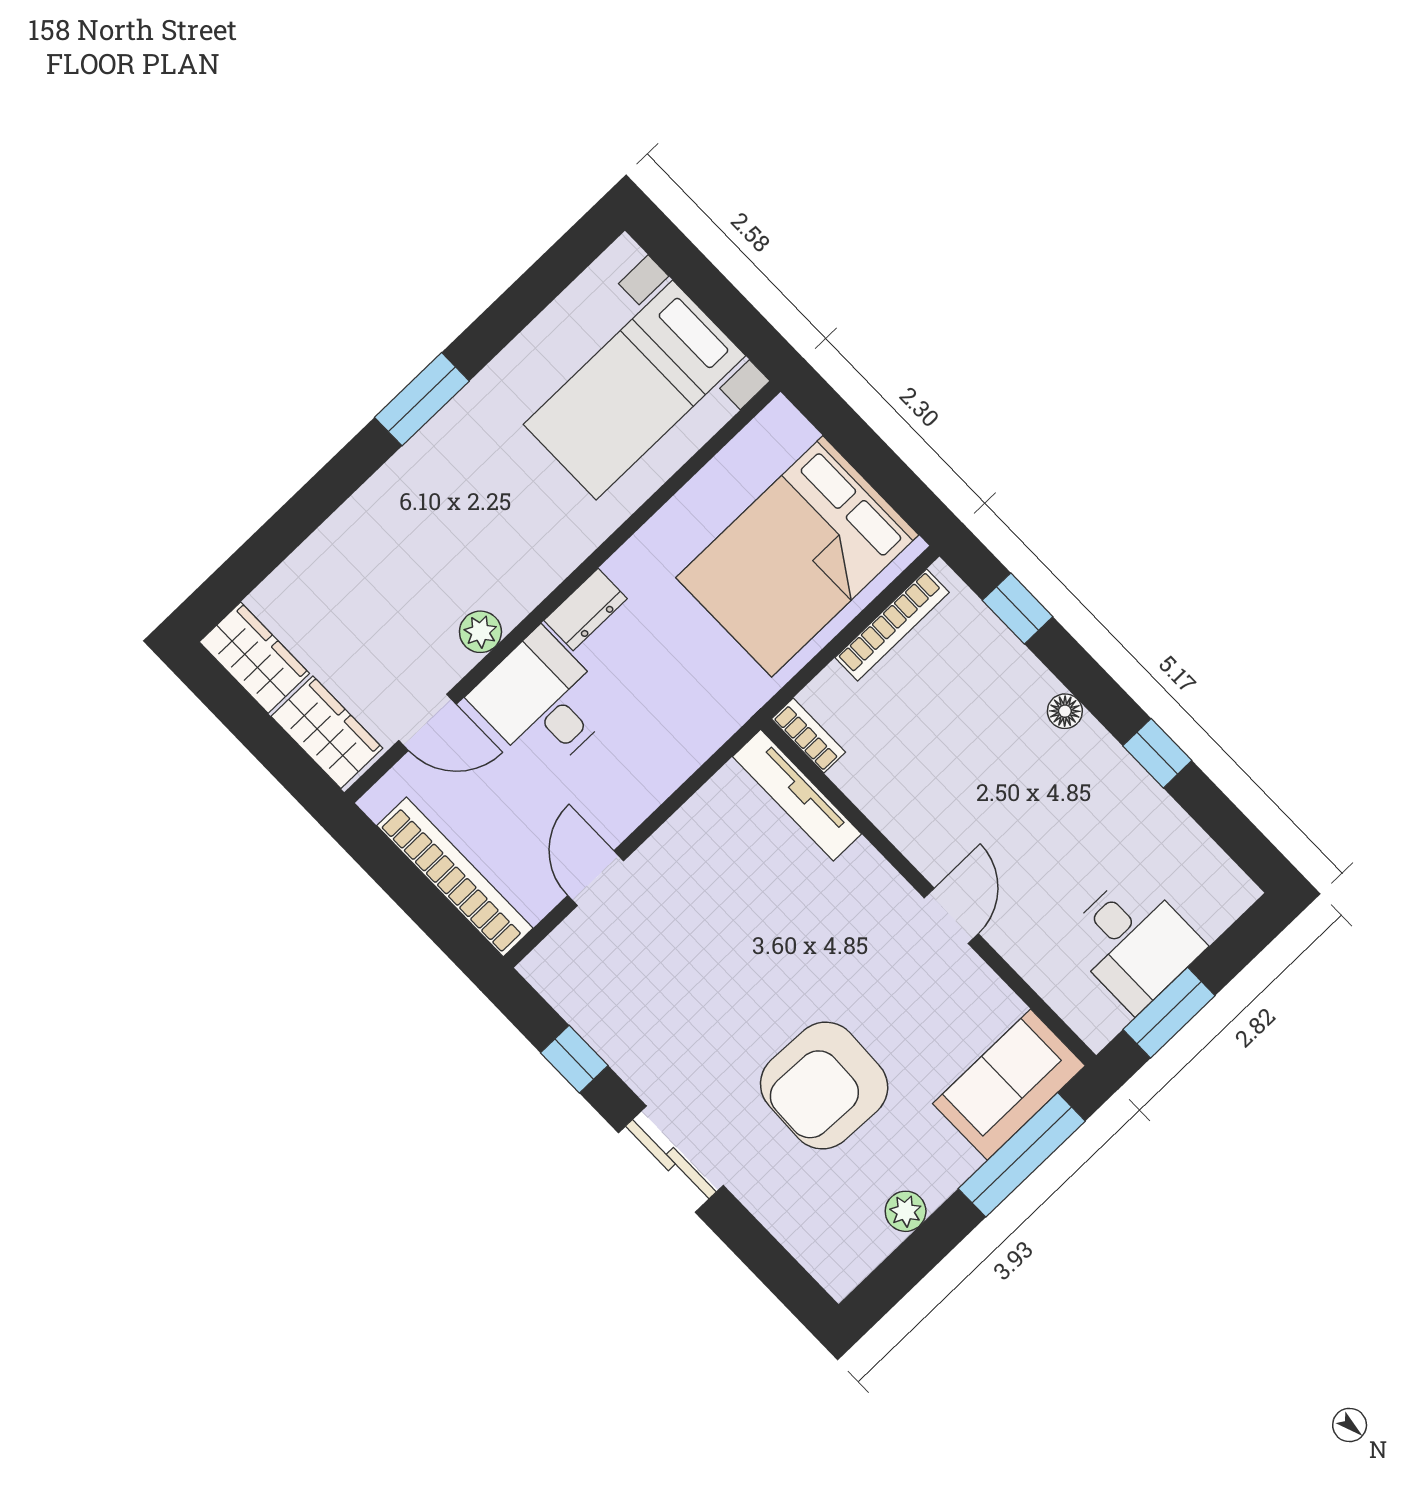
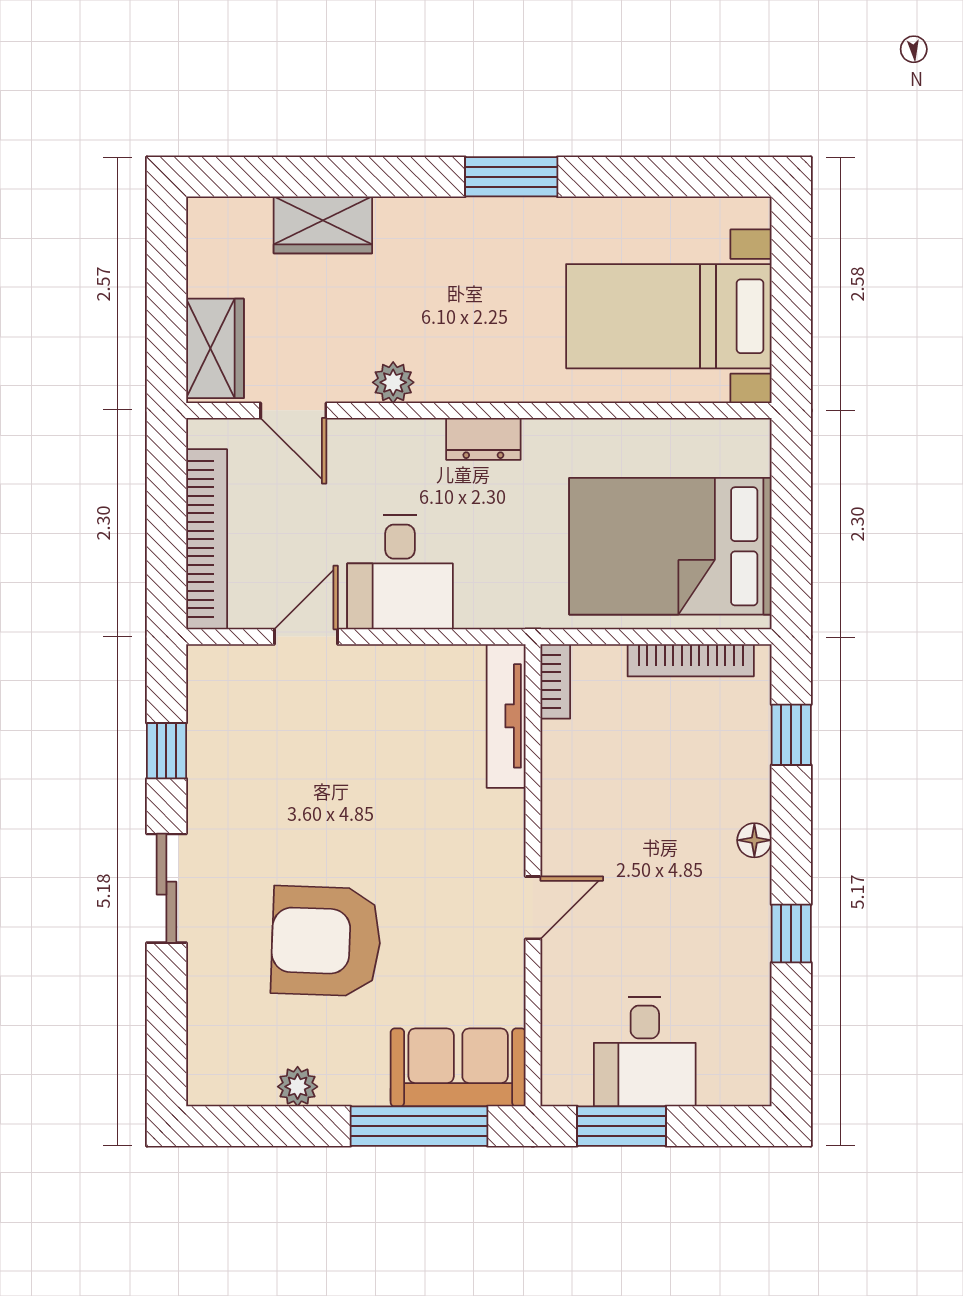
wardrobe: (254, 658) -> (323, 225), moved, turned 90
desk: (542, 702) -> (400, 572), moved, turned 180

